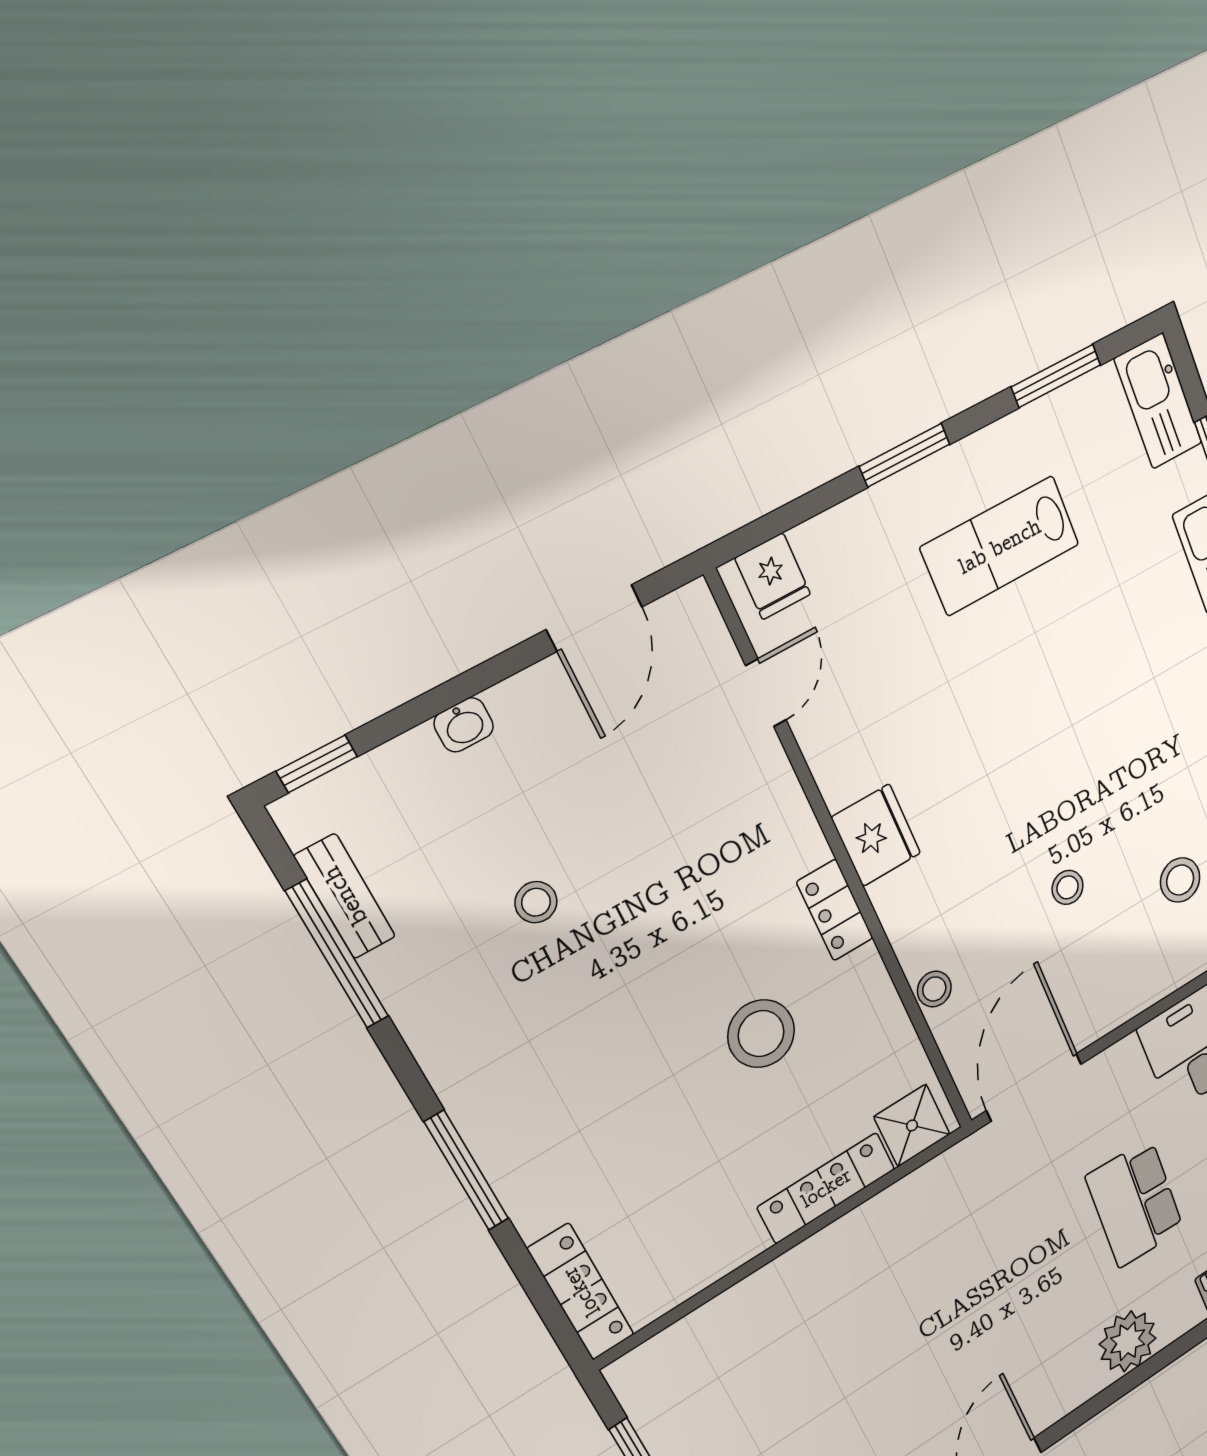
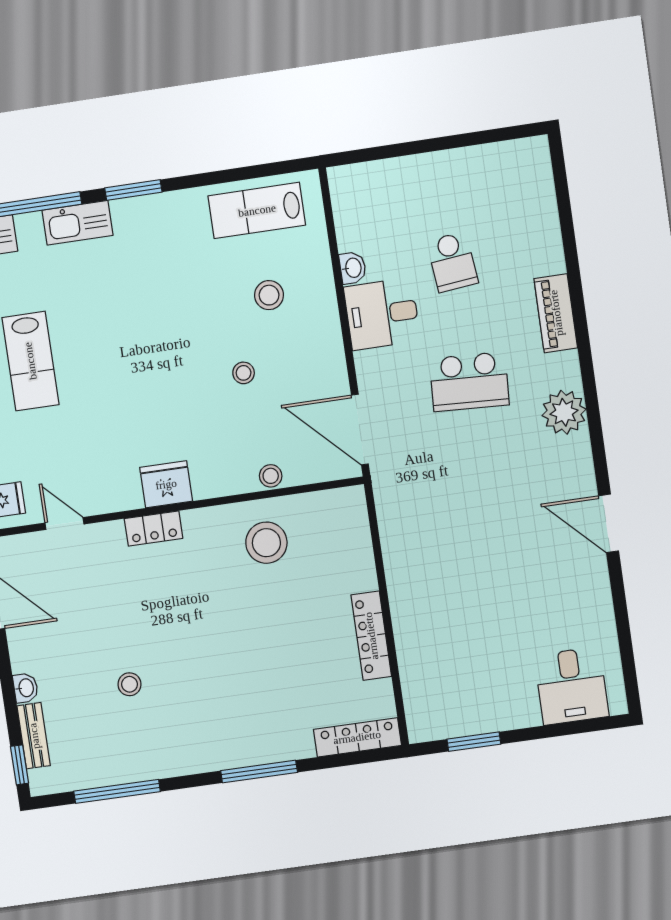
bench: (345, 896) -> (34, 736), moved, turned 90
locker: (835, 910) -> (154, 528), moved
stool: (761, 1034) -> (266, 543), moved
shower: (912, 1125) -> (349, 515), removed
locker: (826, 1188) -> (371, 636), moved

